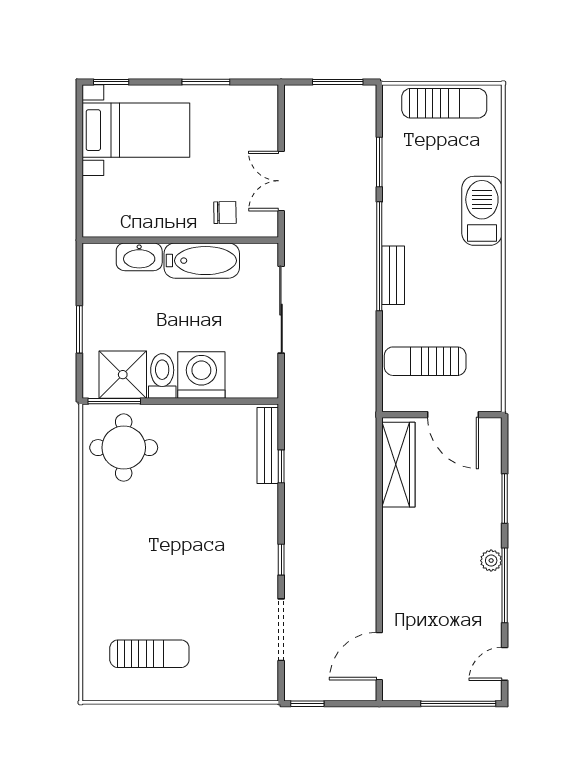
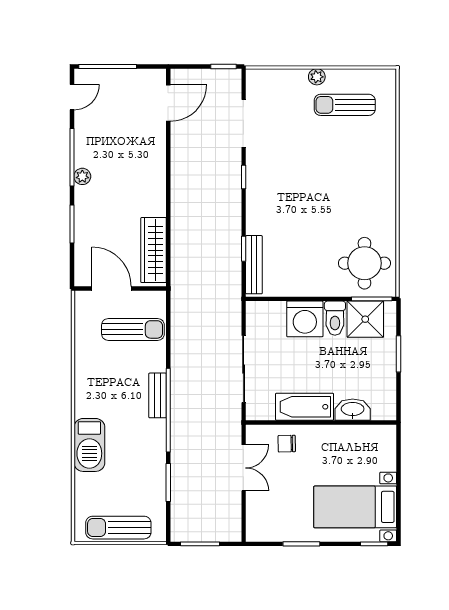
plant: (186, 690) -> (317, 77), added

